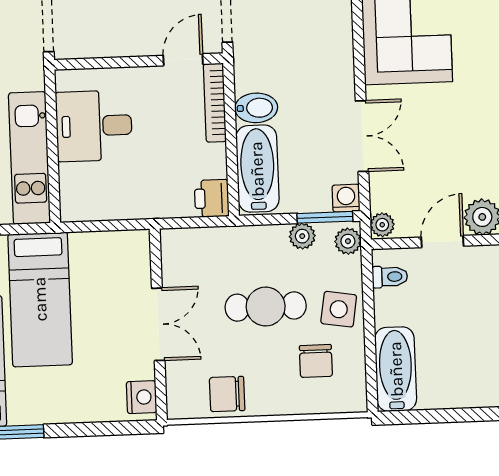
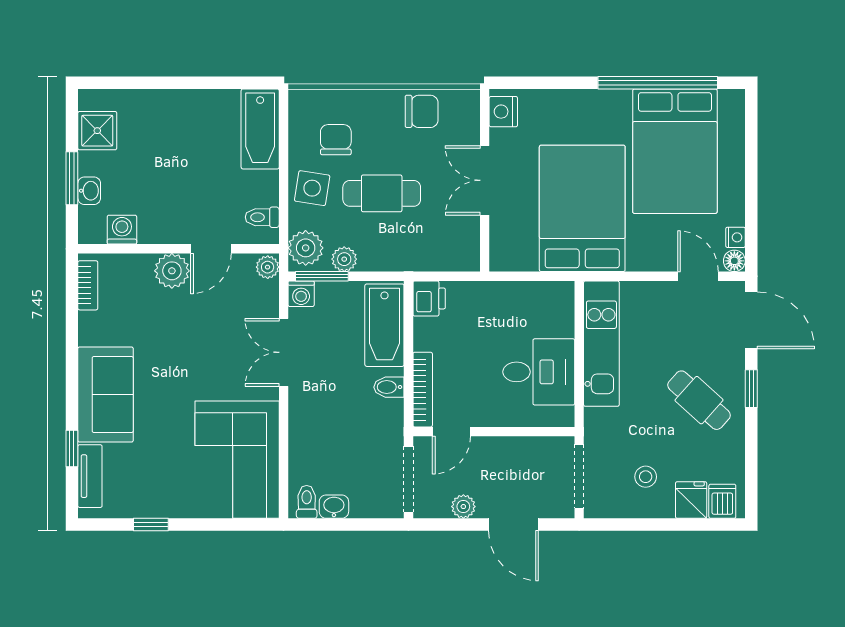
bidet: (256, 108) -> (389, 387), width x0.72, depth x0.74
plant: (348, 241) -> (306, 248), width x1.38, depth x1.38
bed: (40, 299) -> (582, 208), width x1.50

